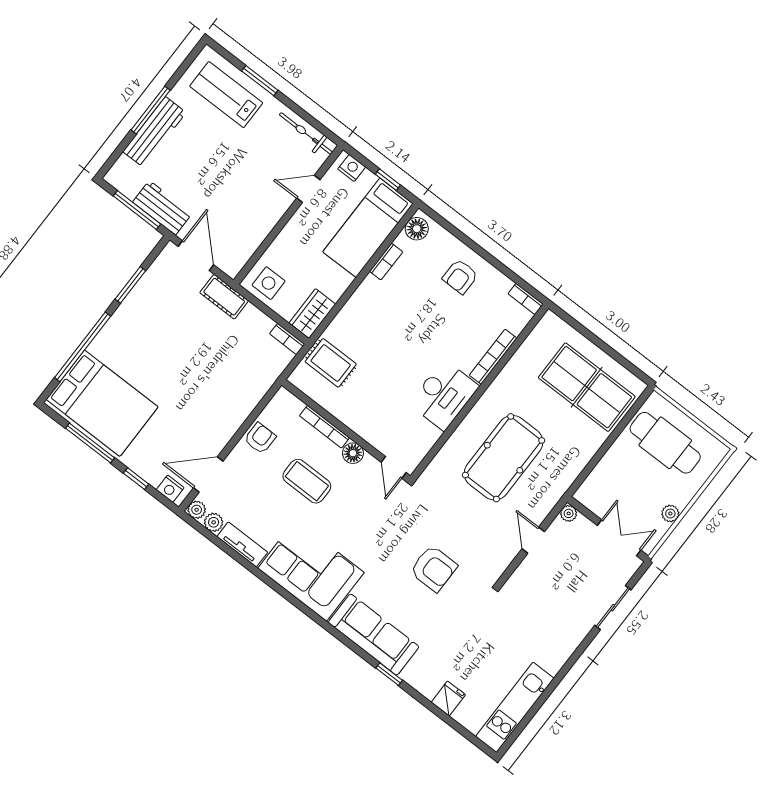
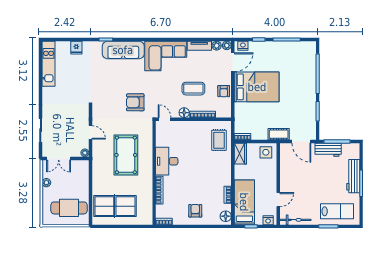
rug: (331, 363) -> (219, 140), turned 90
bed: (102, 403) -> (257, 87), moved, turned 180
armchair: (434, 568) -> (135, 102), moved

